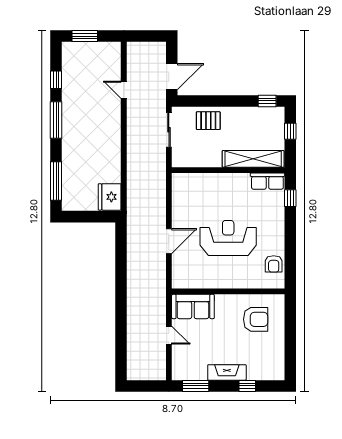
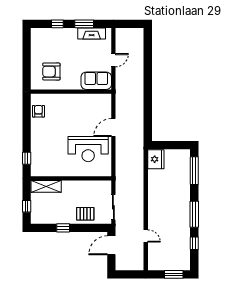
window: (267, 101) -> (63, 228), moved
shelving: (253, 159) -> (46, 186), width x0.68
row of seats: (267, 181) -> (43, 171), removed
reception desk: (228, 238) -> (88, 149), moved
door: (169, 335) -> (113, 60), swing flipped
fireplace: (227, 372) -> (92, 34), moved
window: (196, 386) -> (84, 24), moved

